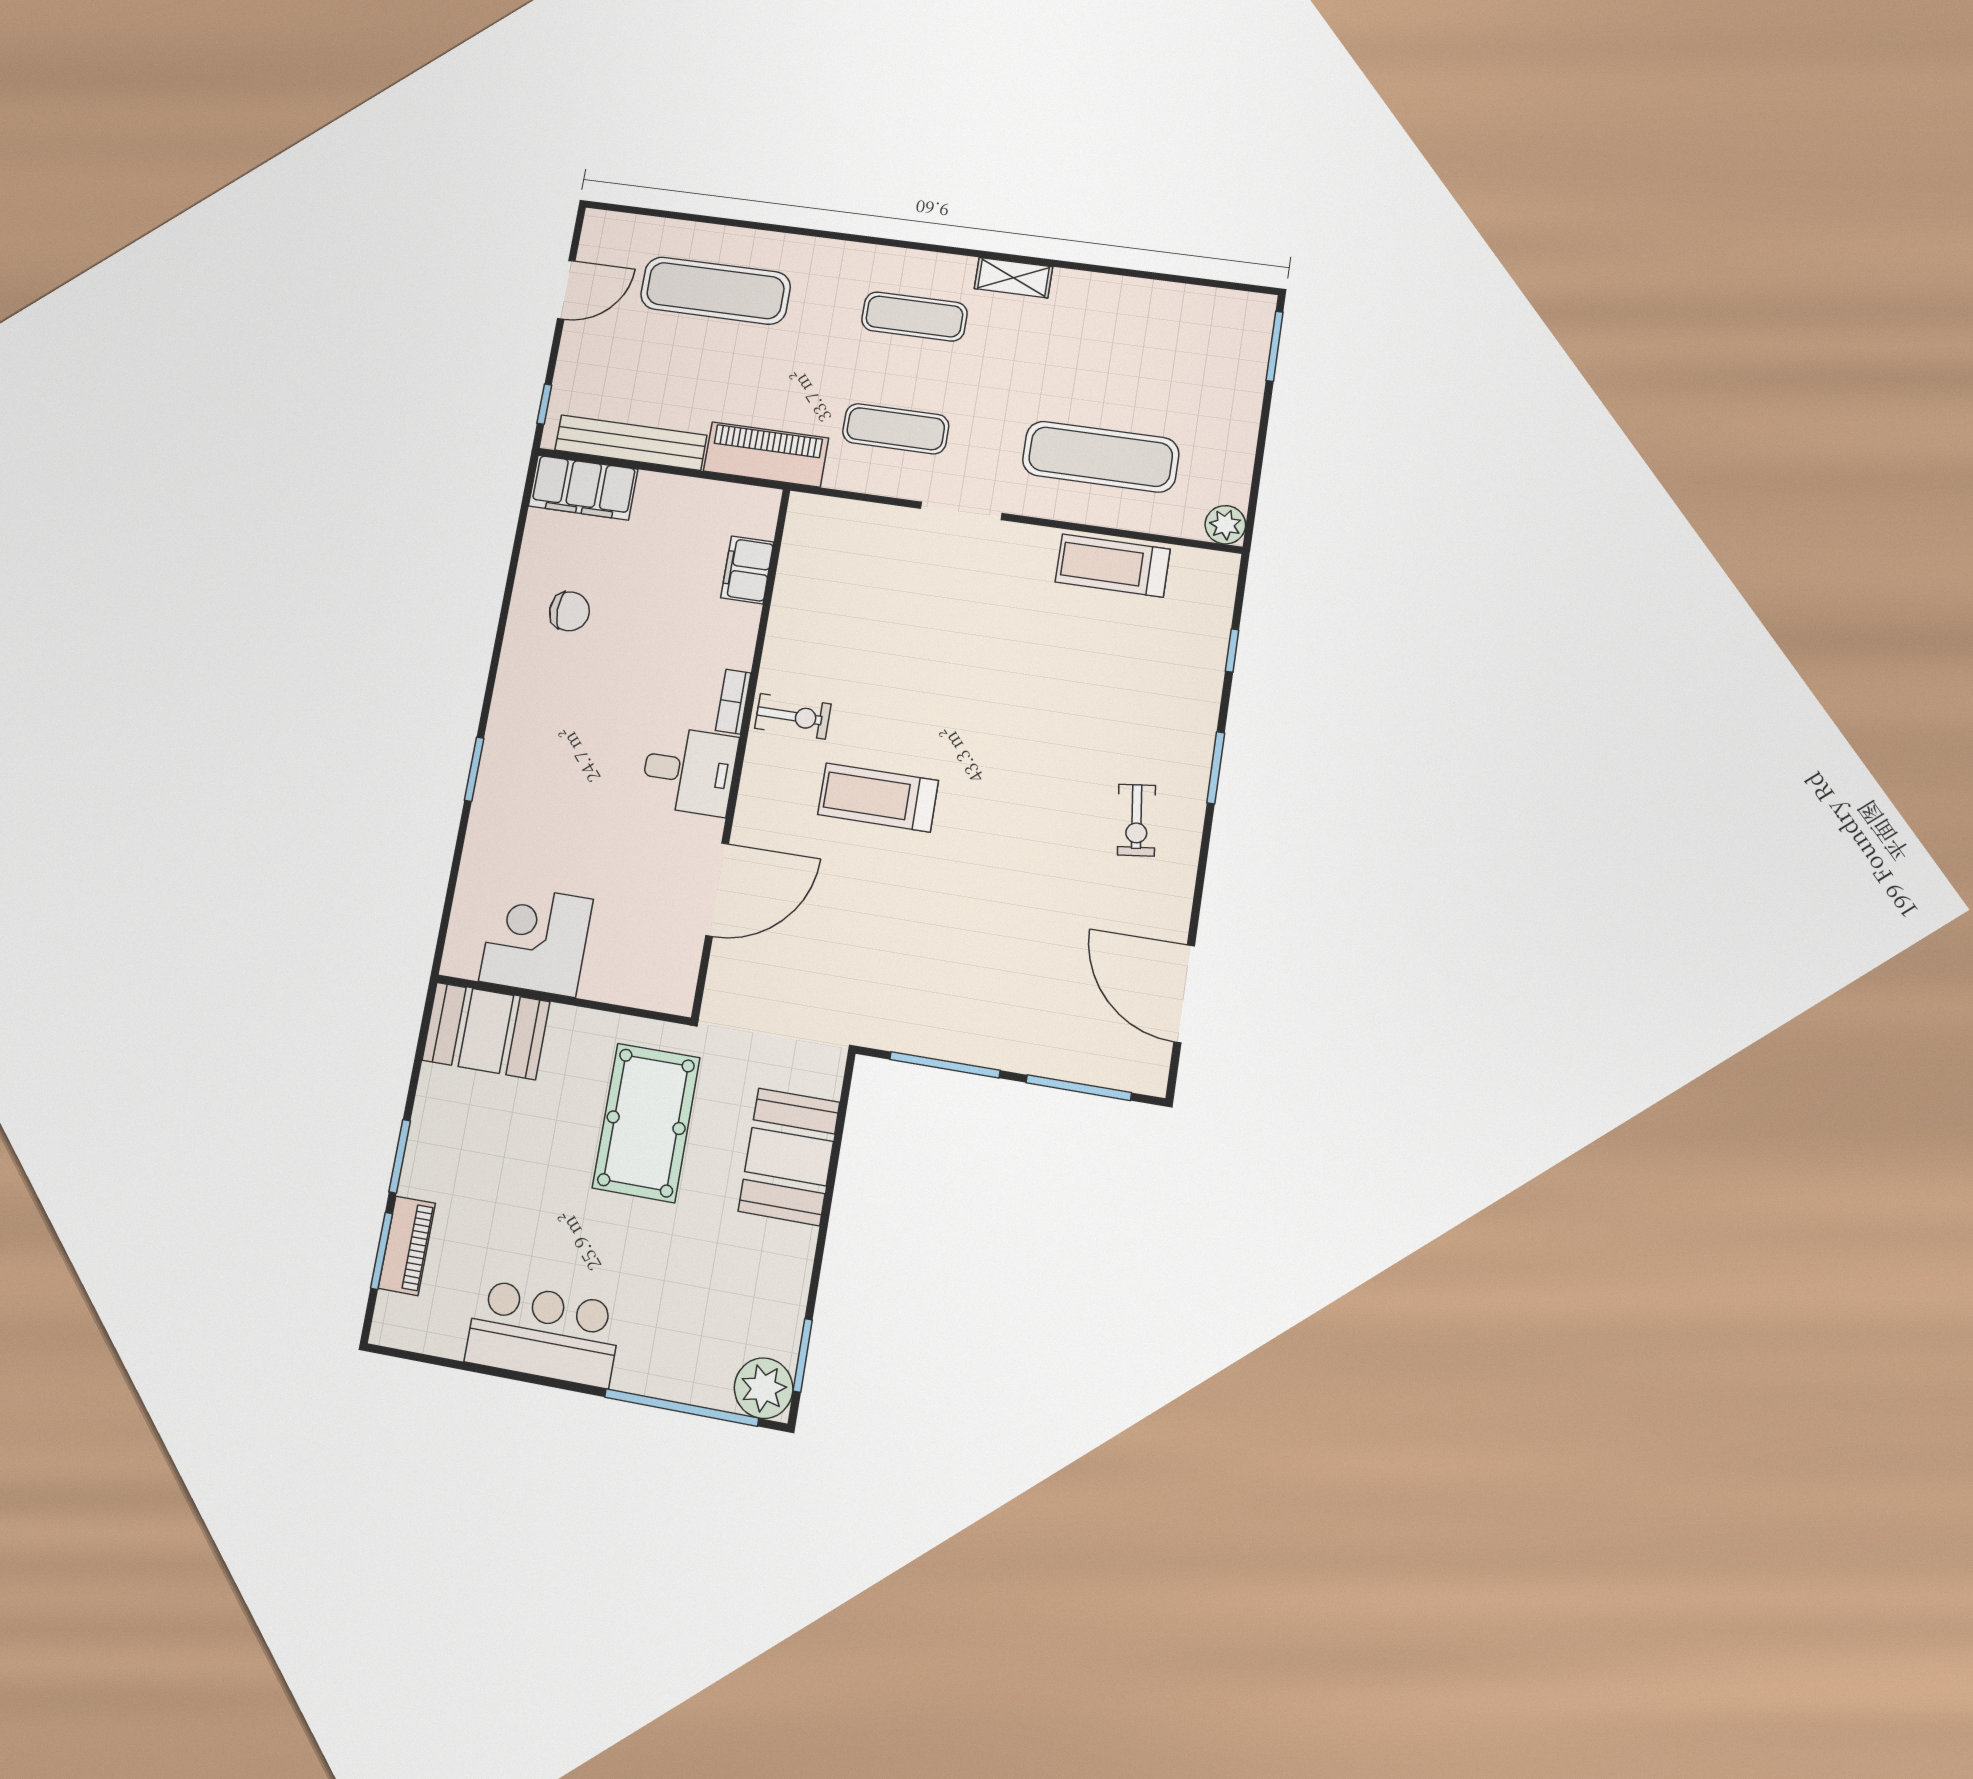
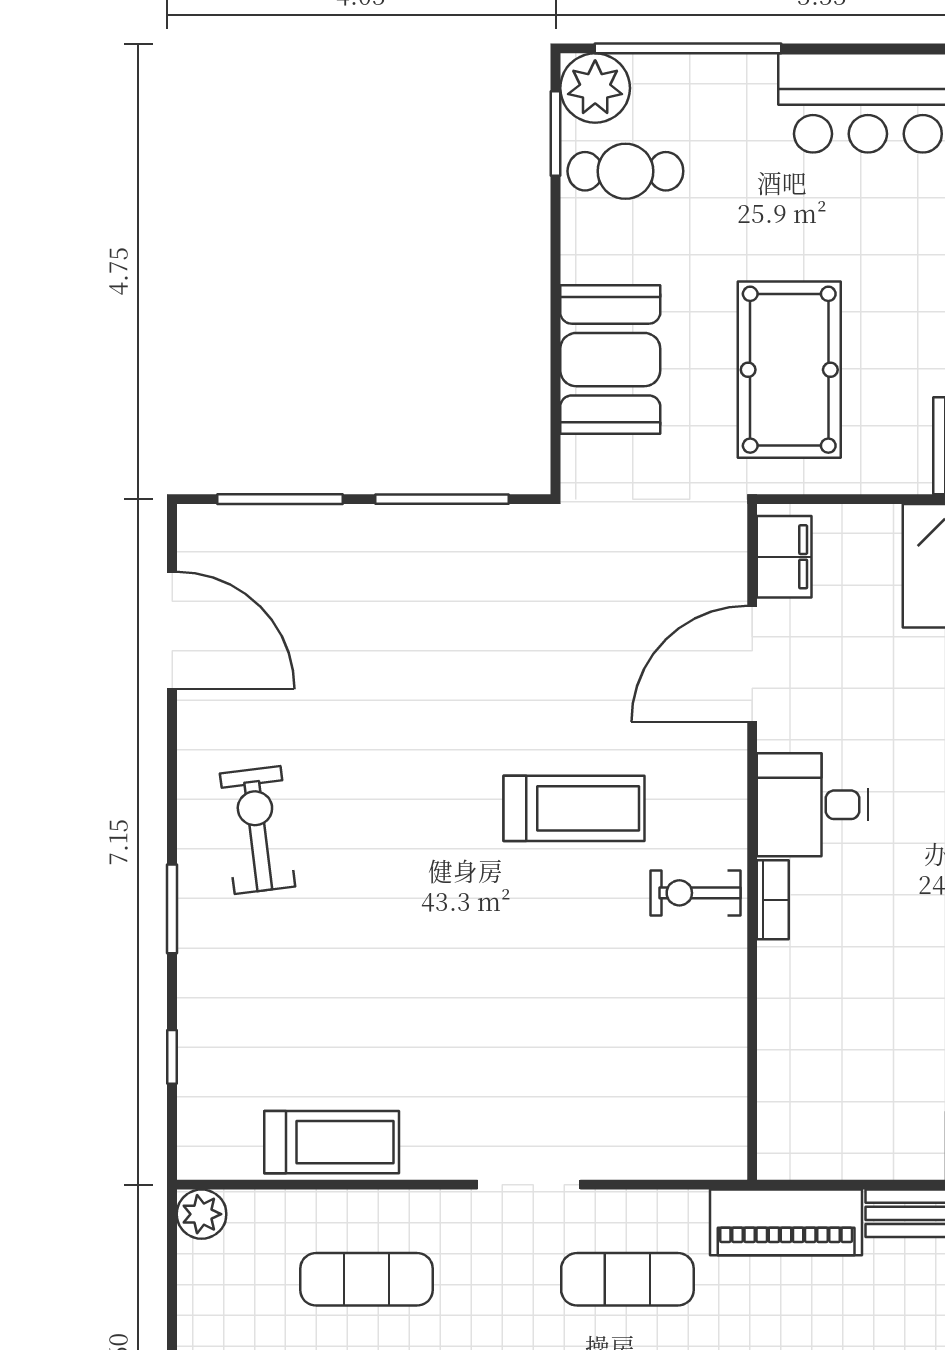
exercise mat: (1101, 457) -> (366, 1279), width x0.73, depth x0.69
filing cabinet: (747, 570) -> (784, 557), moved
exercise bike: (1137, 820) -> (258, 830), width x1.38, depth x1.39
cafe table: (750, 1313) -> (625, 171), added

